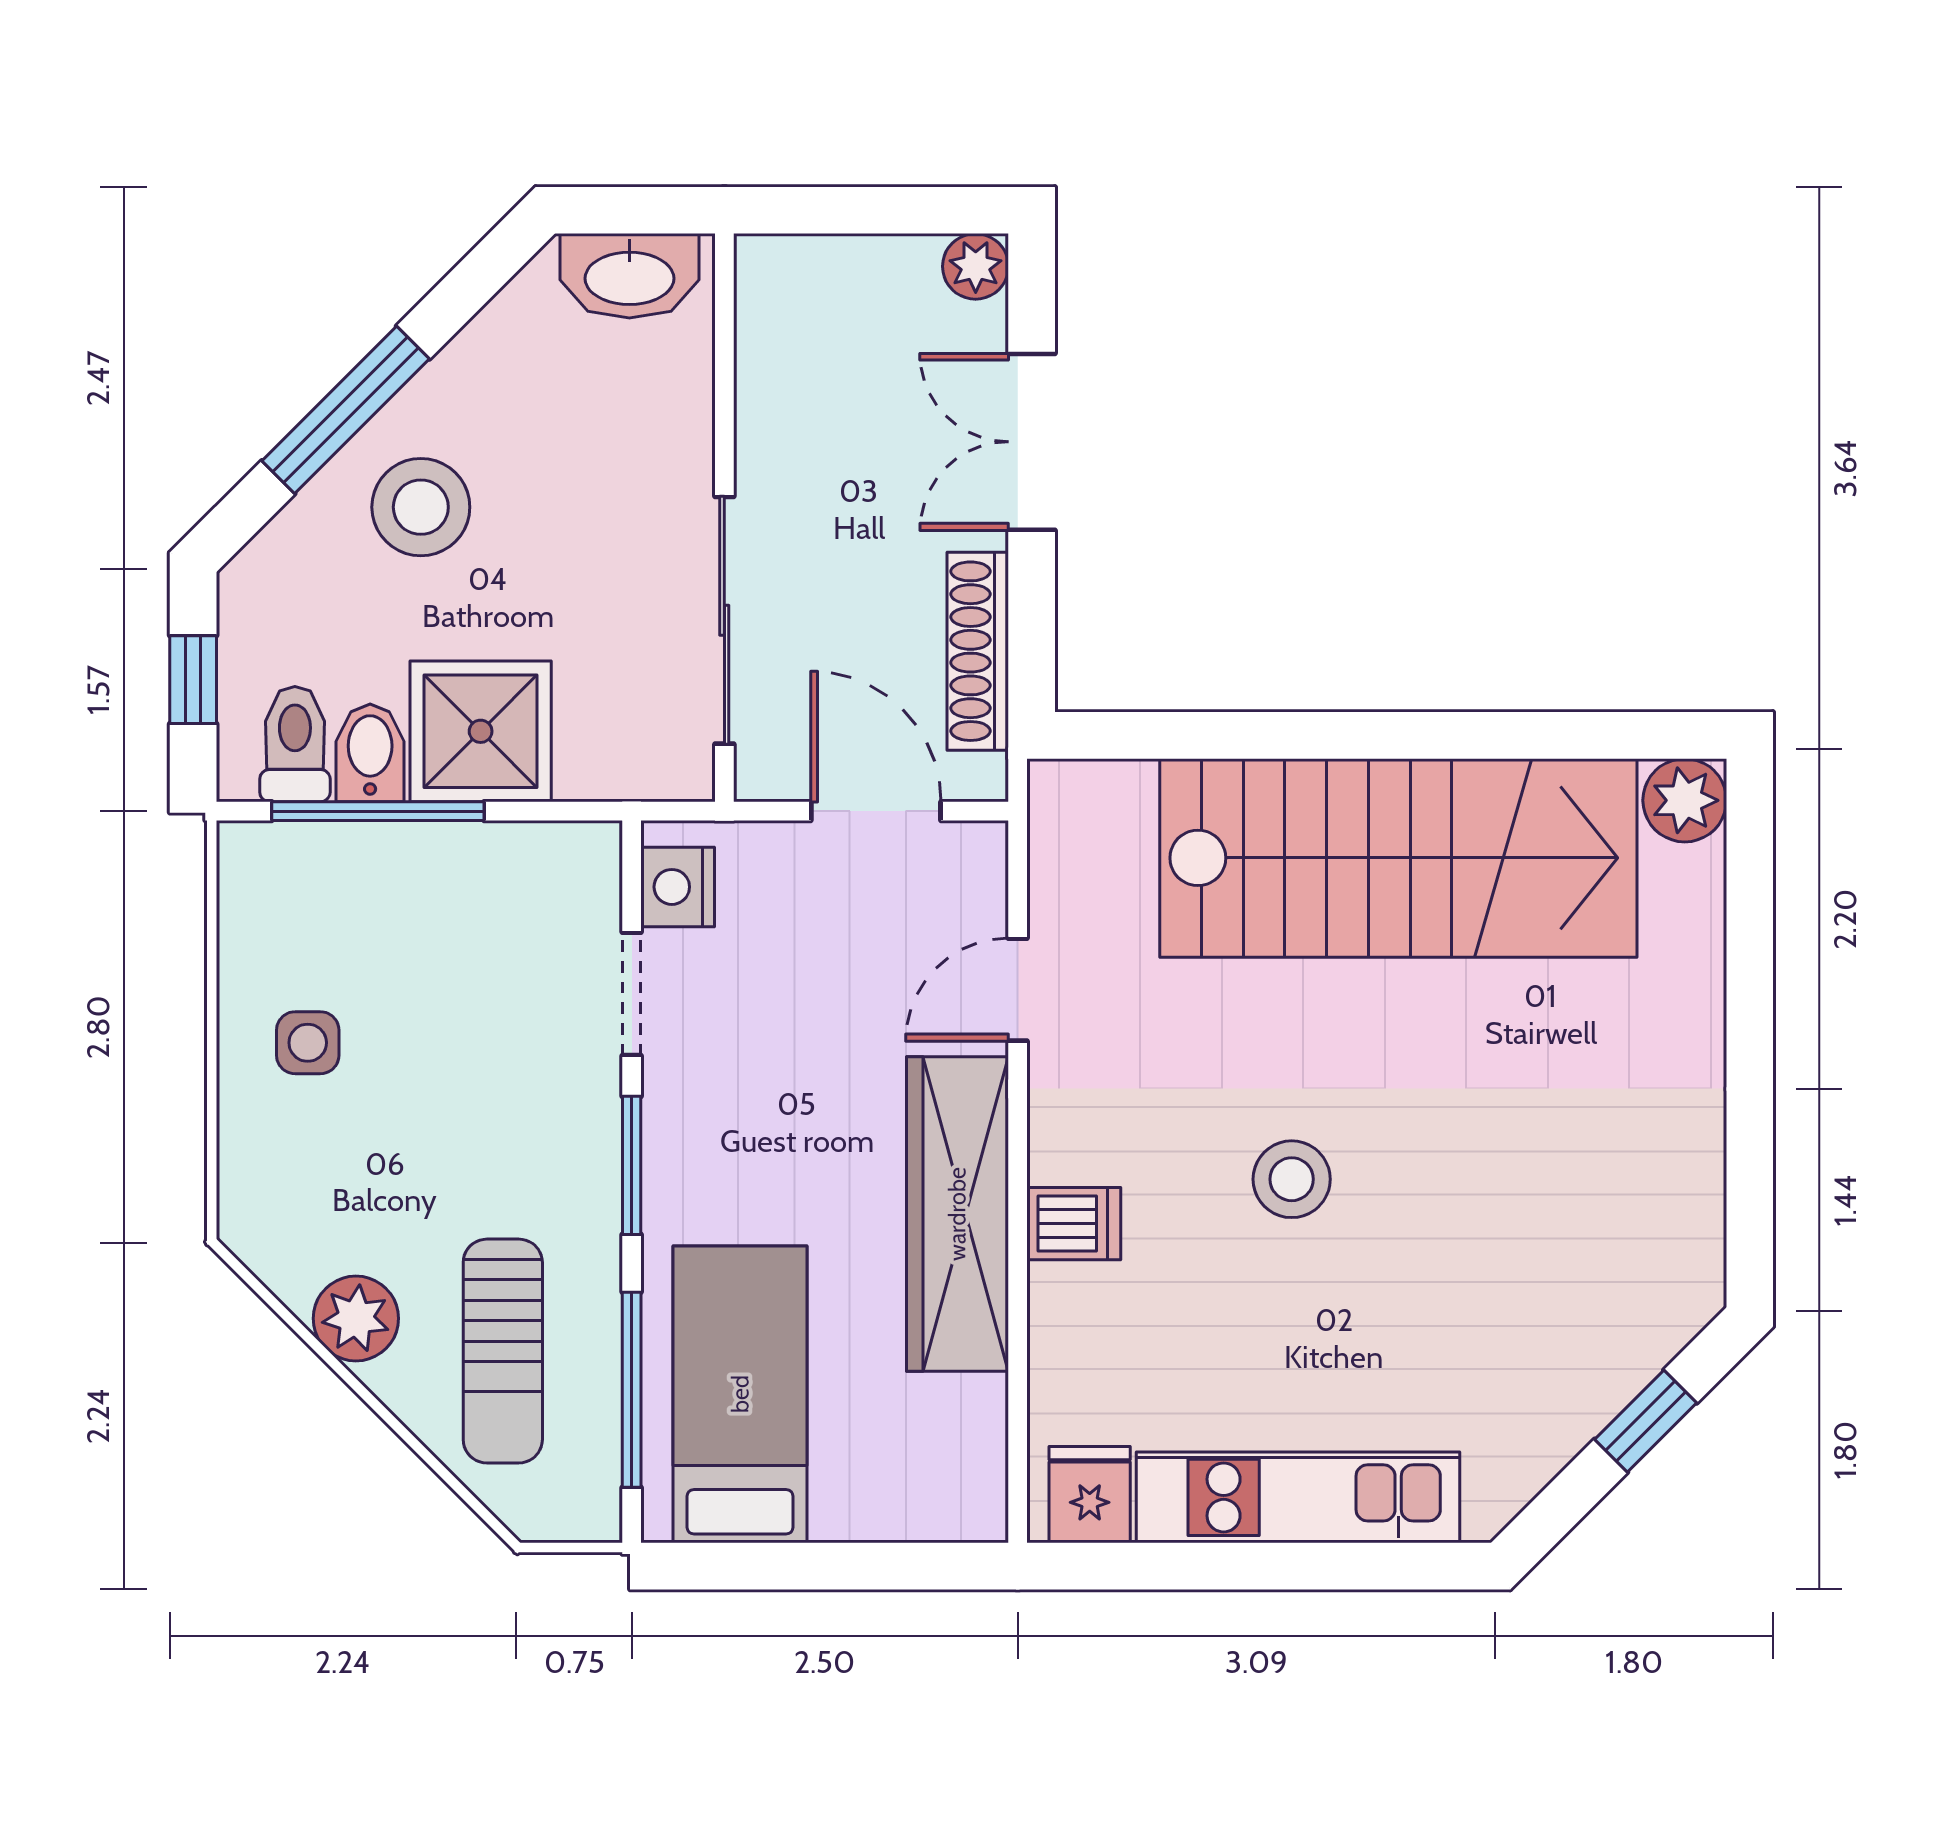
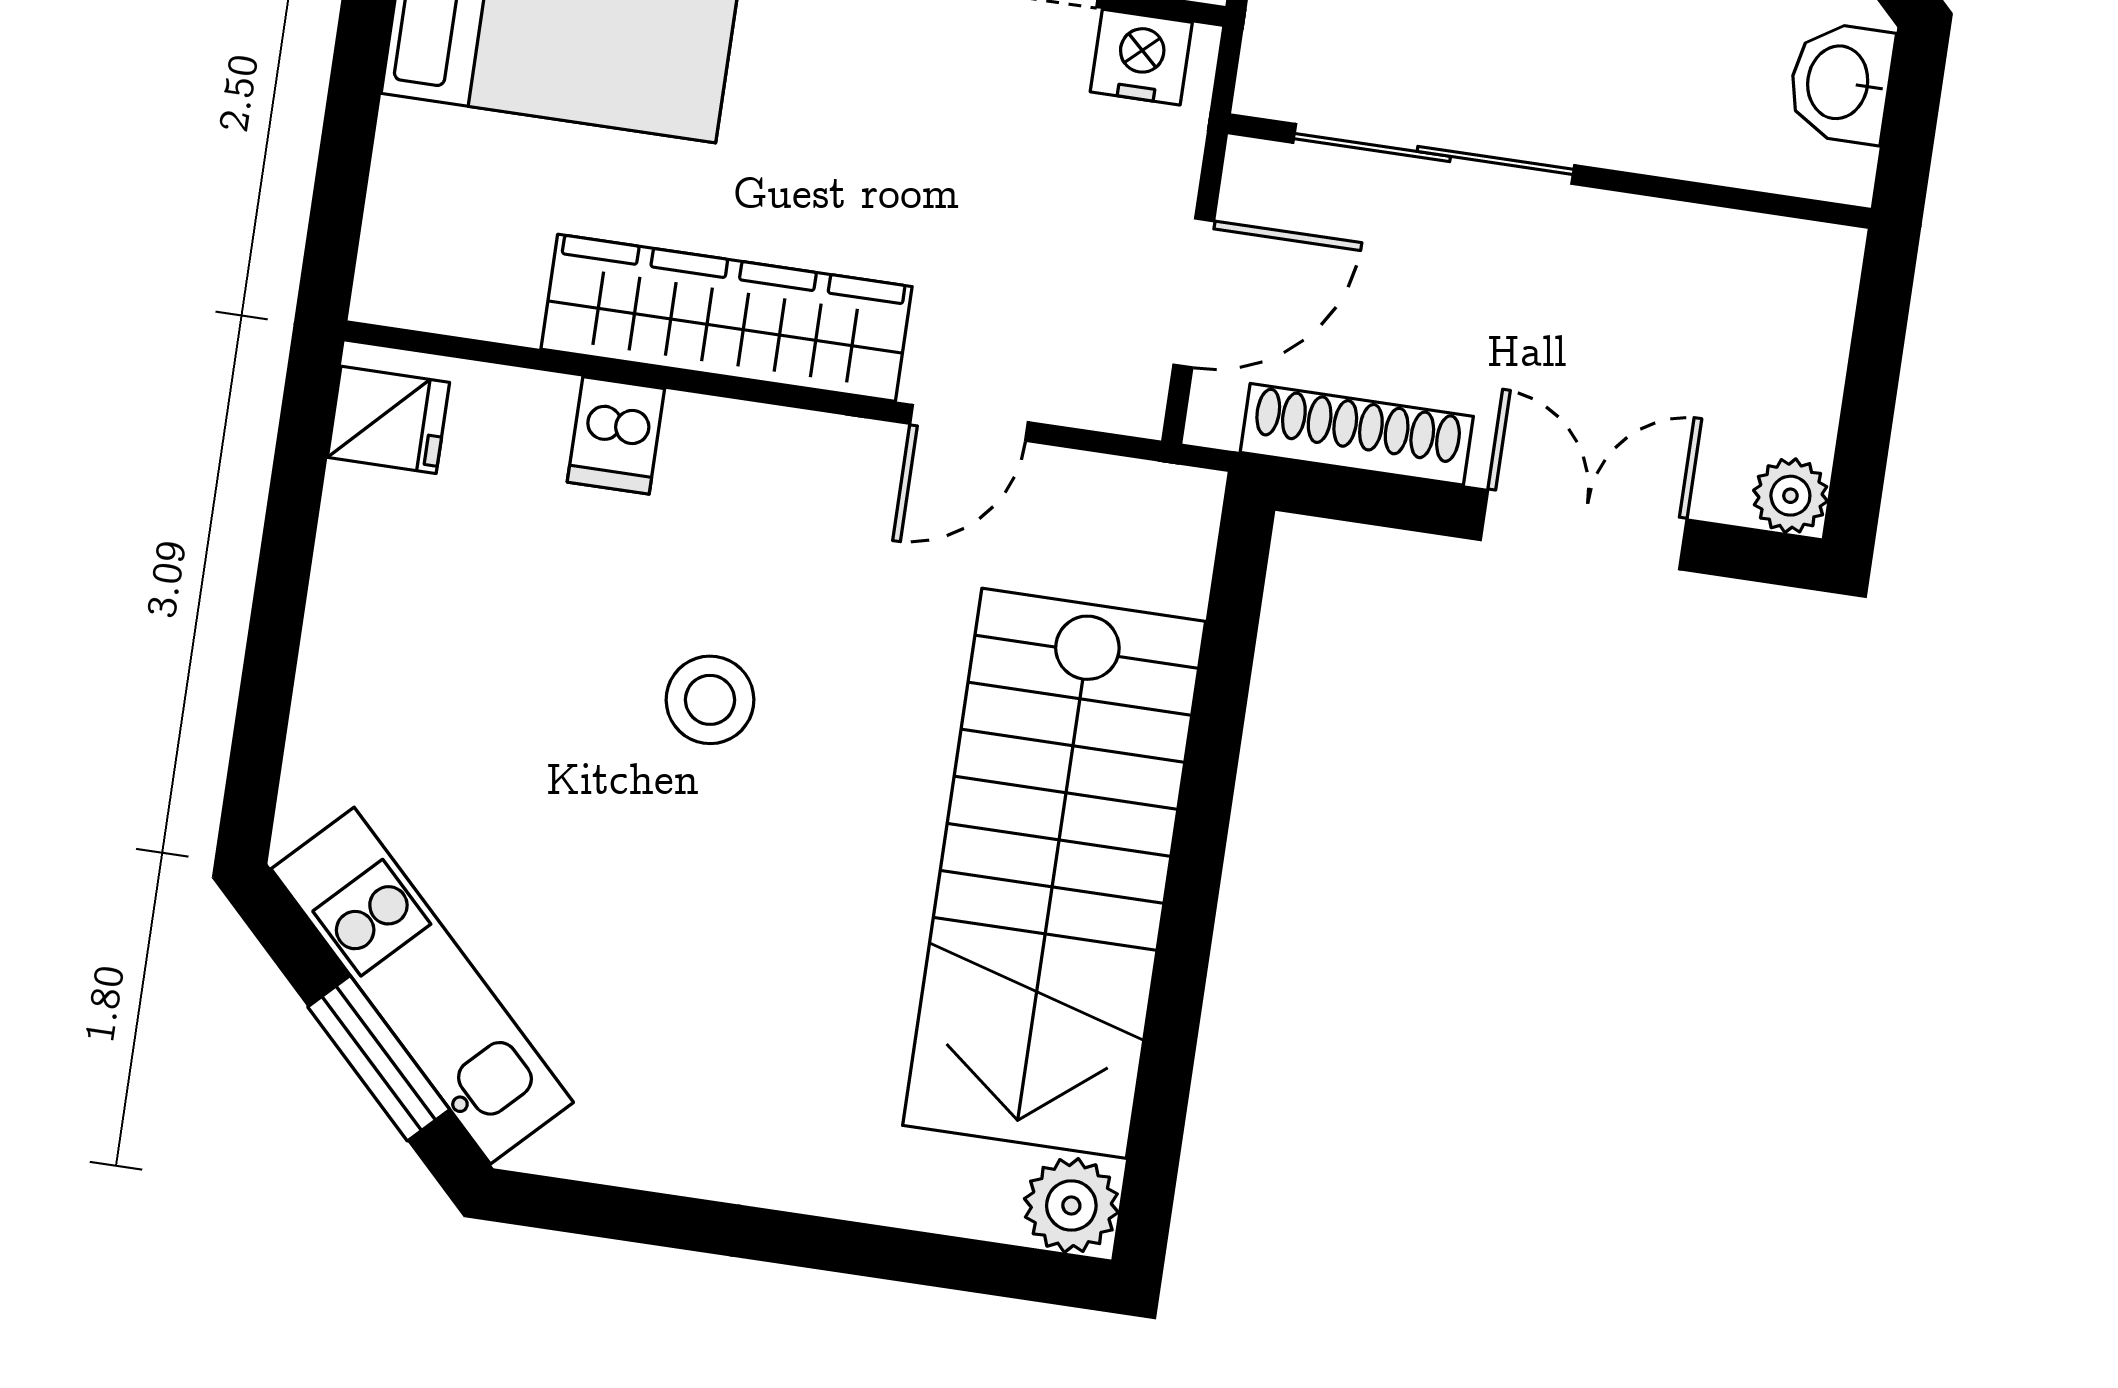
washbasin: (629, 276) -> (1841, 83), width x0.72
door: (1018, 990) -> (969, 423), swing flipped
dishwasher: (1074, 1224) -> (616, 435), moved
window: (1646, 1421) -> (379, 1058), width x1.50
kitchen unit: (1298, 1497) -> (422, 986), moved, turned -45

